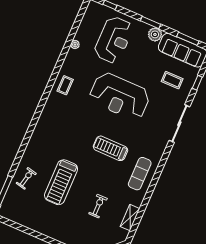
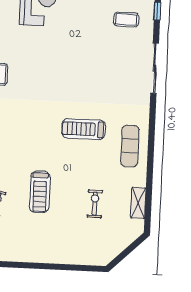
reception desk: (120, 96) -> (71, 63), removed
treadmill: (61, 182) -> (40, 192), width x0.73, depth x0.73

